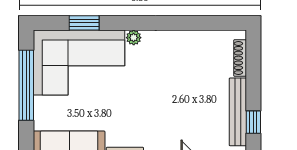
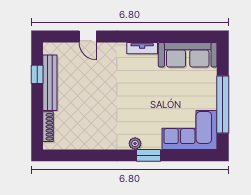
window: (84, 23) -> (148, 155), moved
corner sofa: (79, 63) -> (190, 130), width x0.73, depth x0.74

